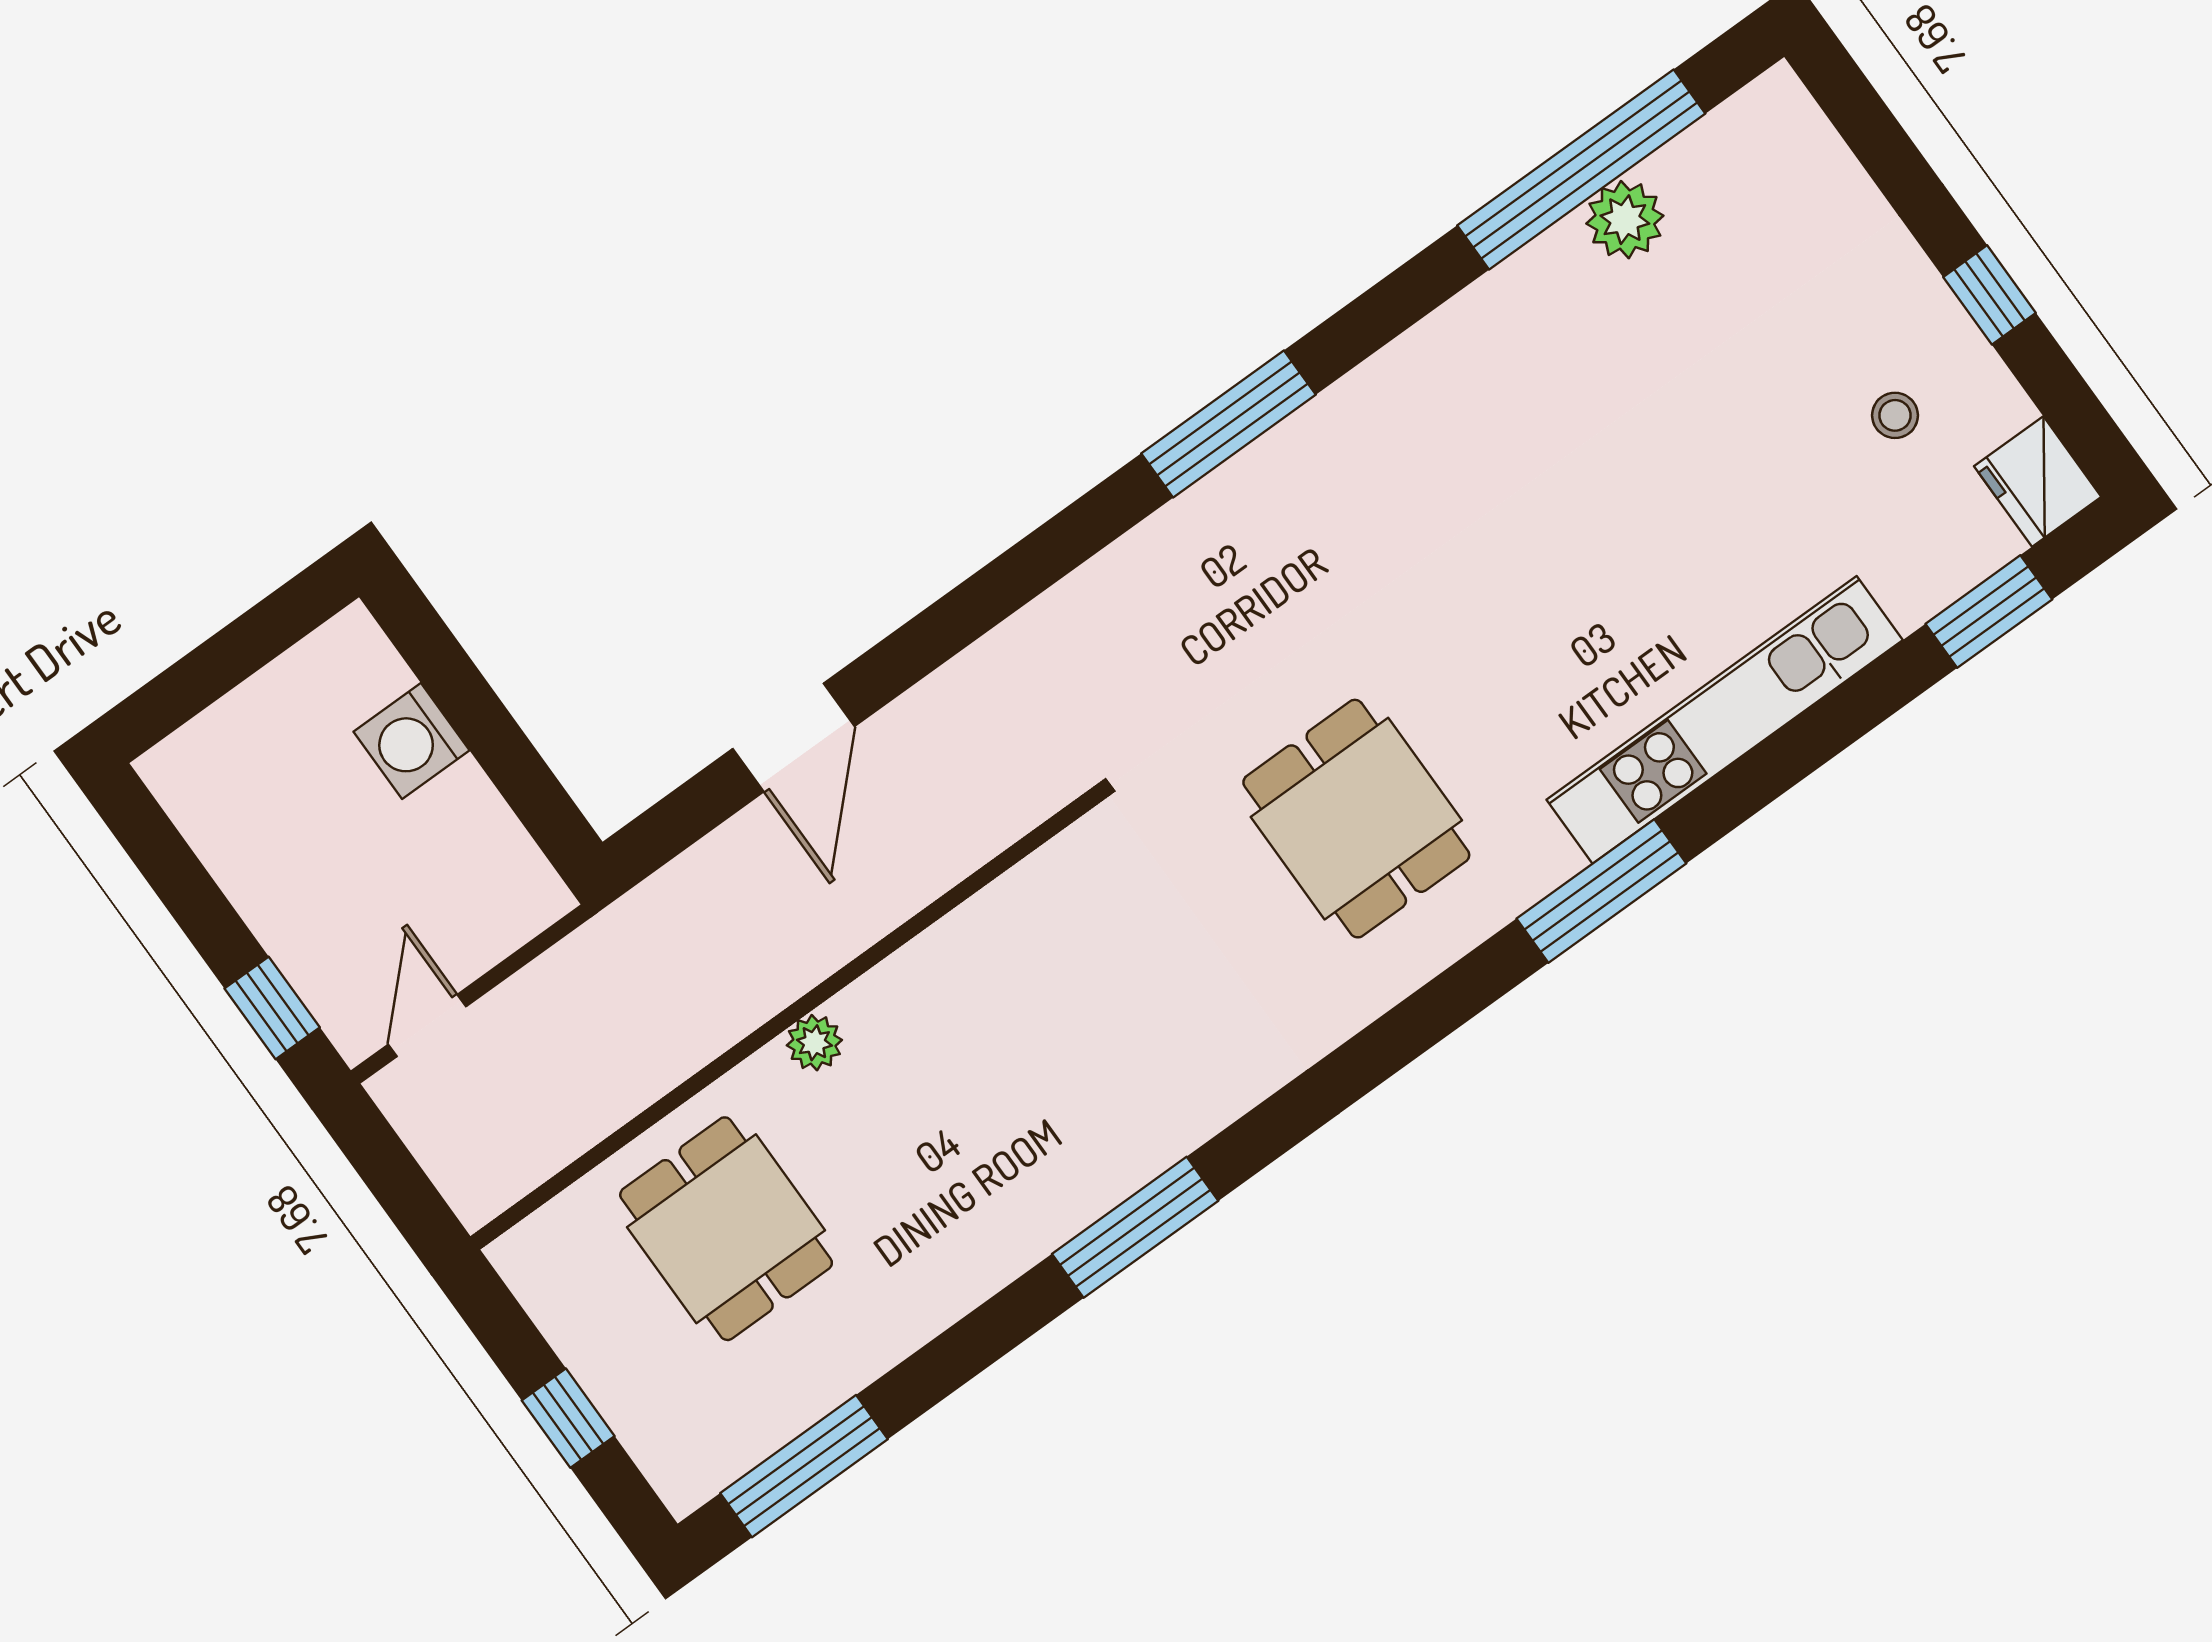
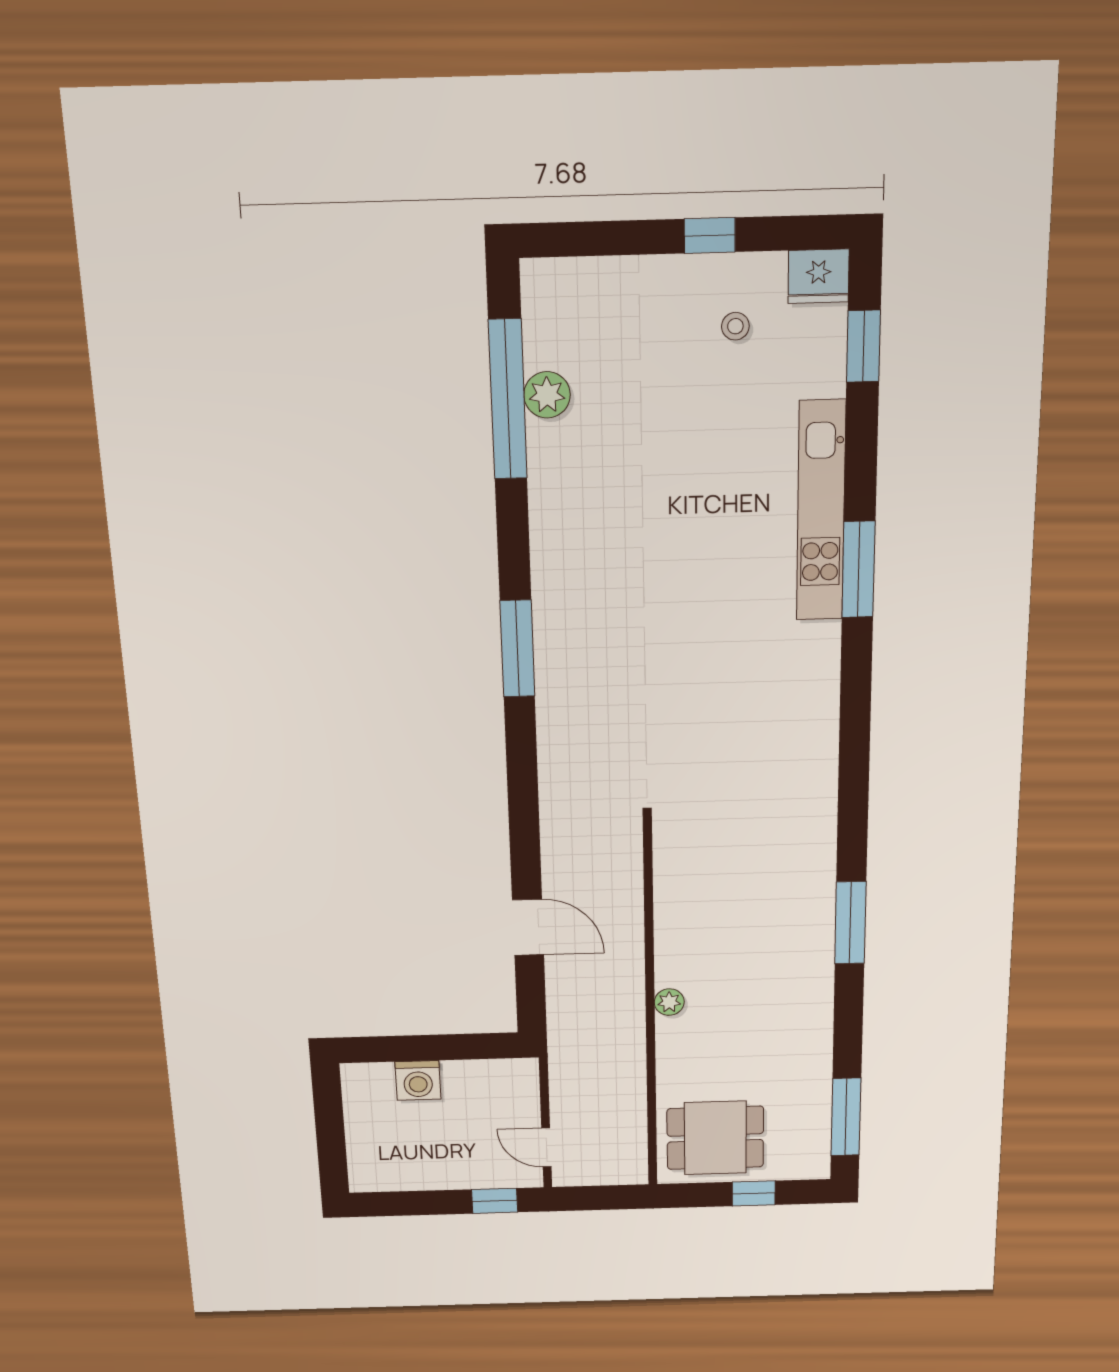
dining table: (1356, 819) -> (742, 711), removed
window: (1601, 891) -> (858, 570), moved
dining table: (726, 1229) -> (715, 1138), moved

